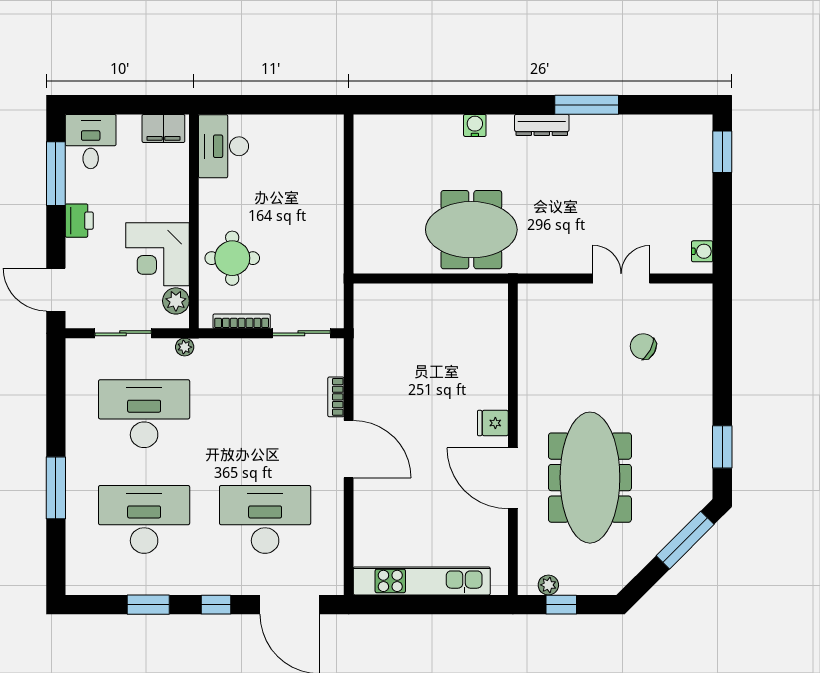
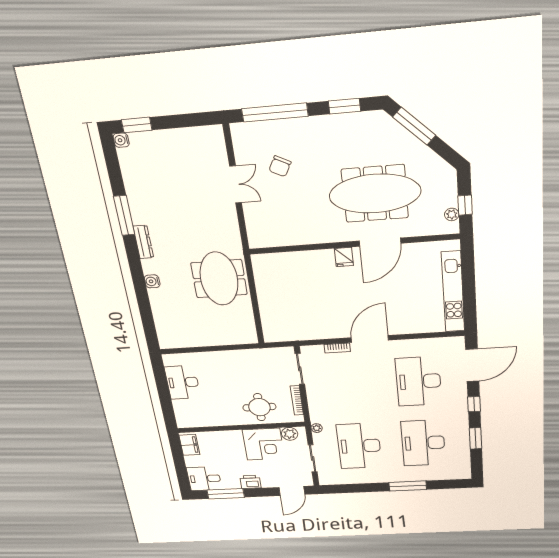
desk: (224, 146) -> (182, 382), moved, turned 90
water cooler: (702, 251) -> (121, 140), moved, turned -90
double door: (621, 279) -> (236, 184), swing flipped
window: (722, 350) -> (275, 112), added

